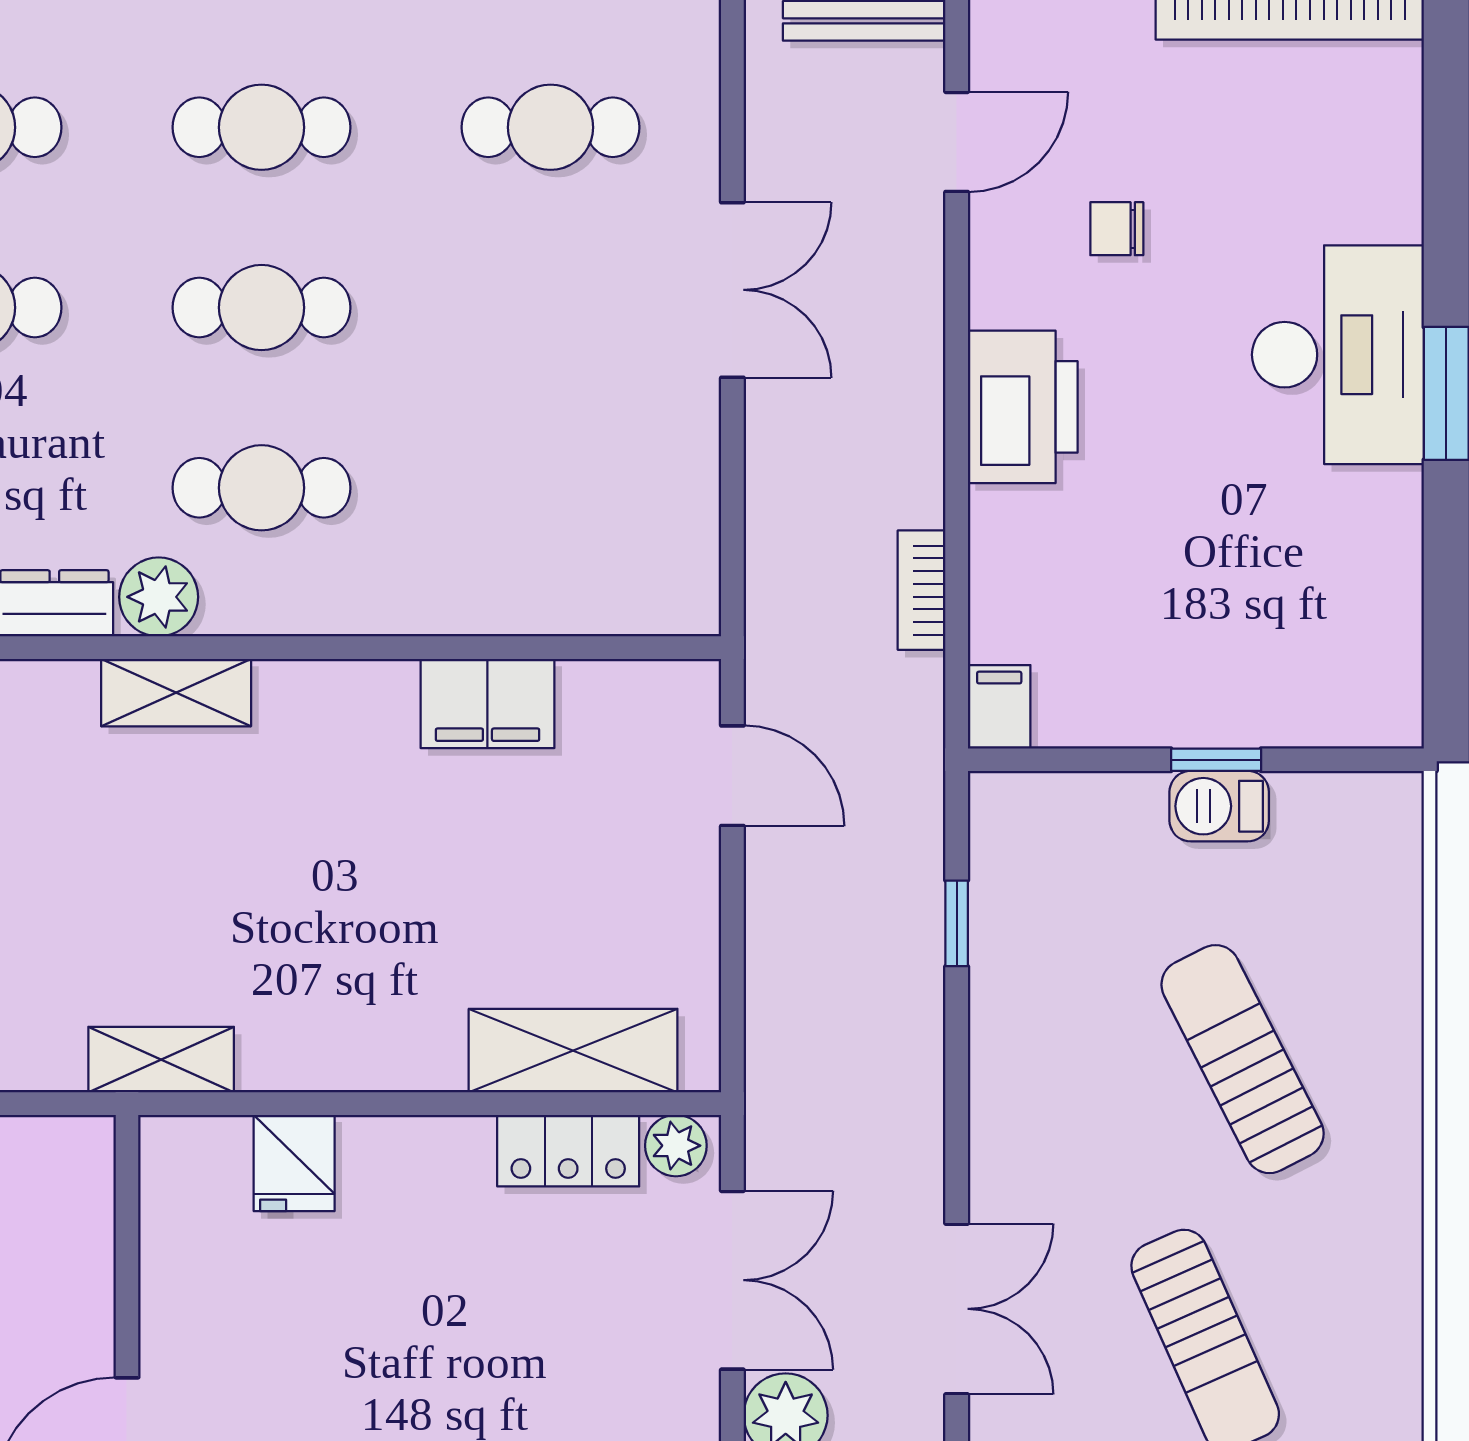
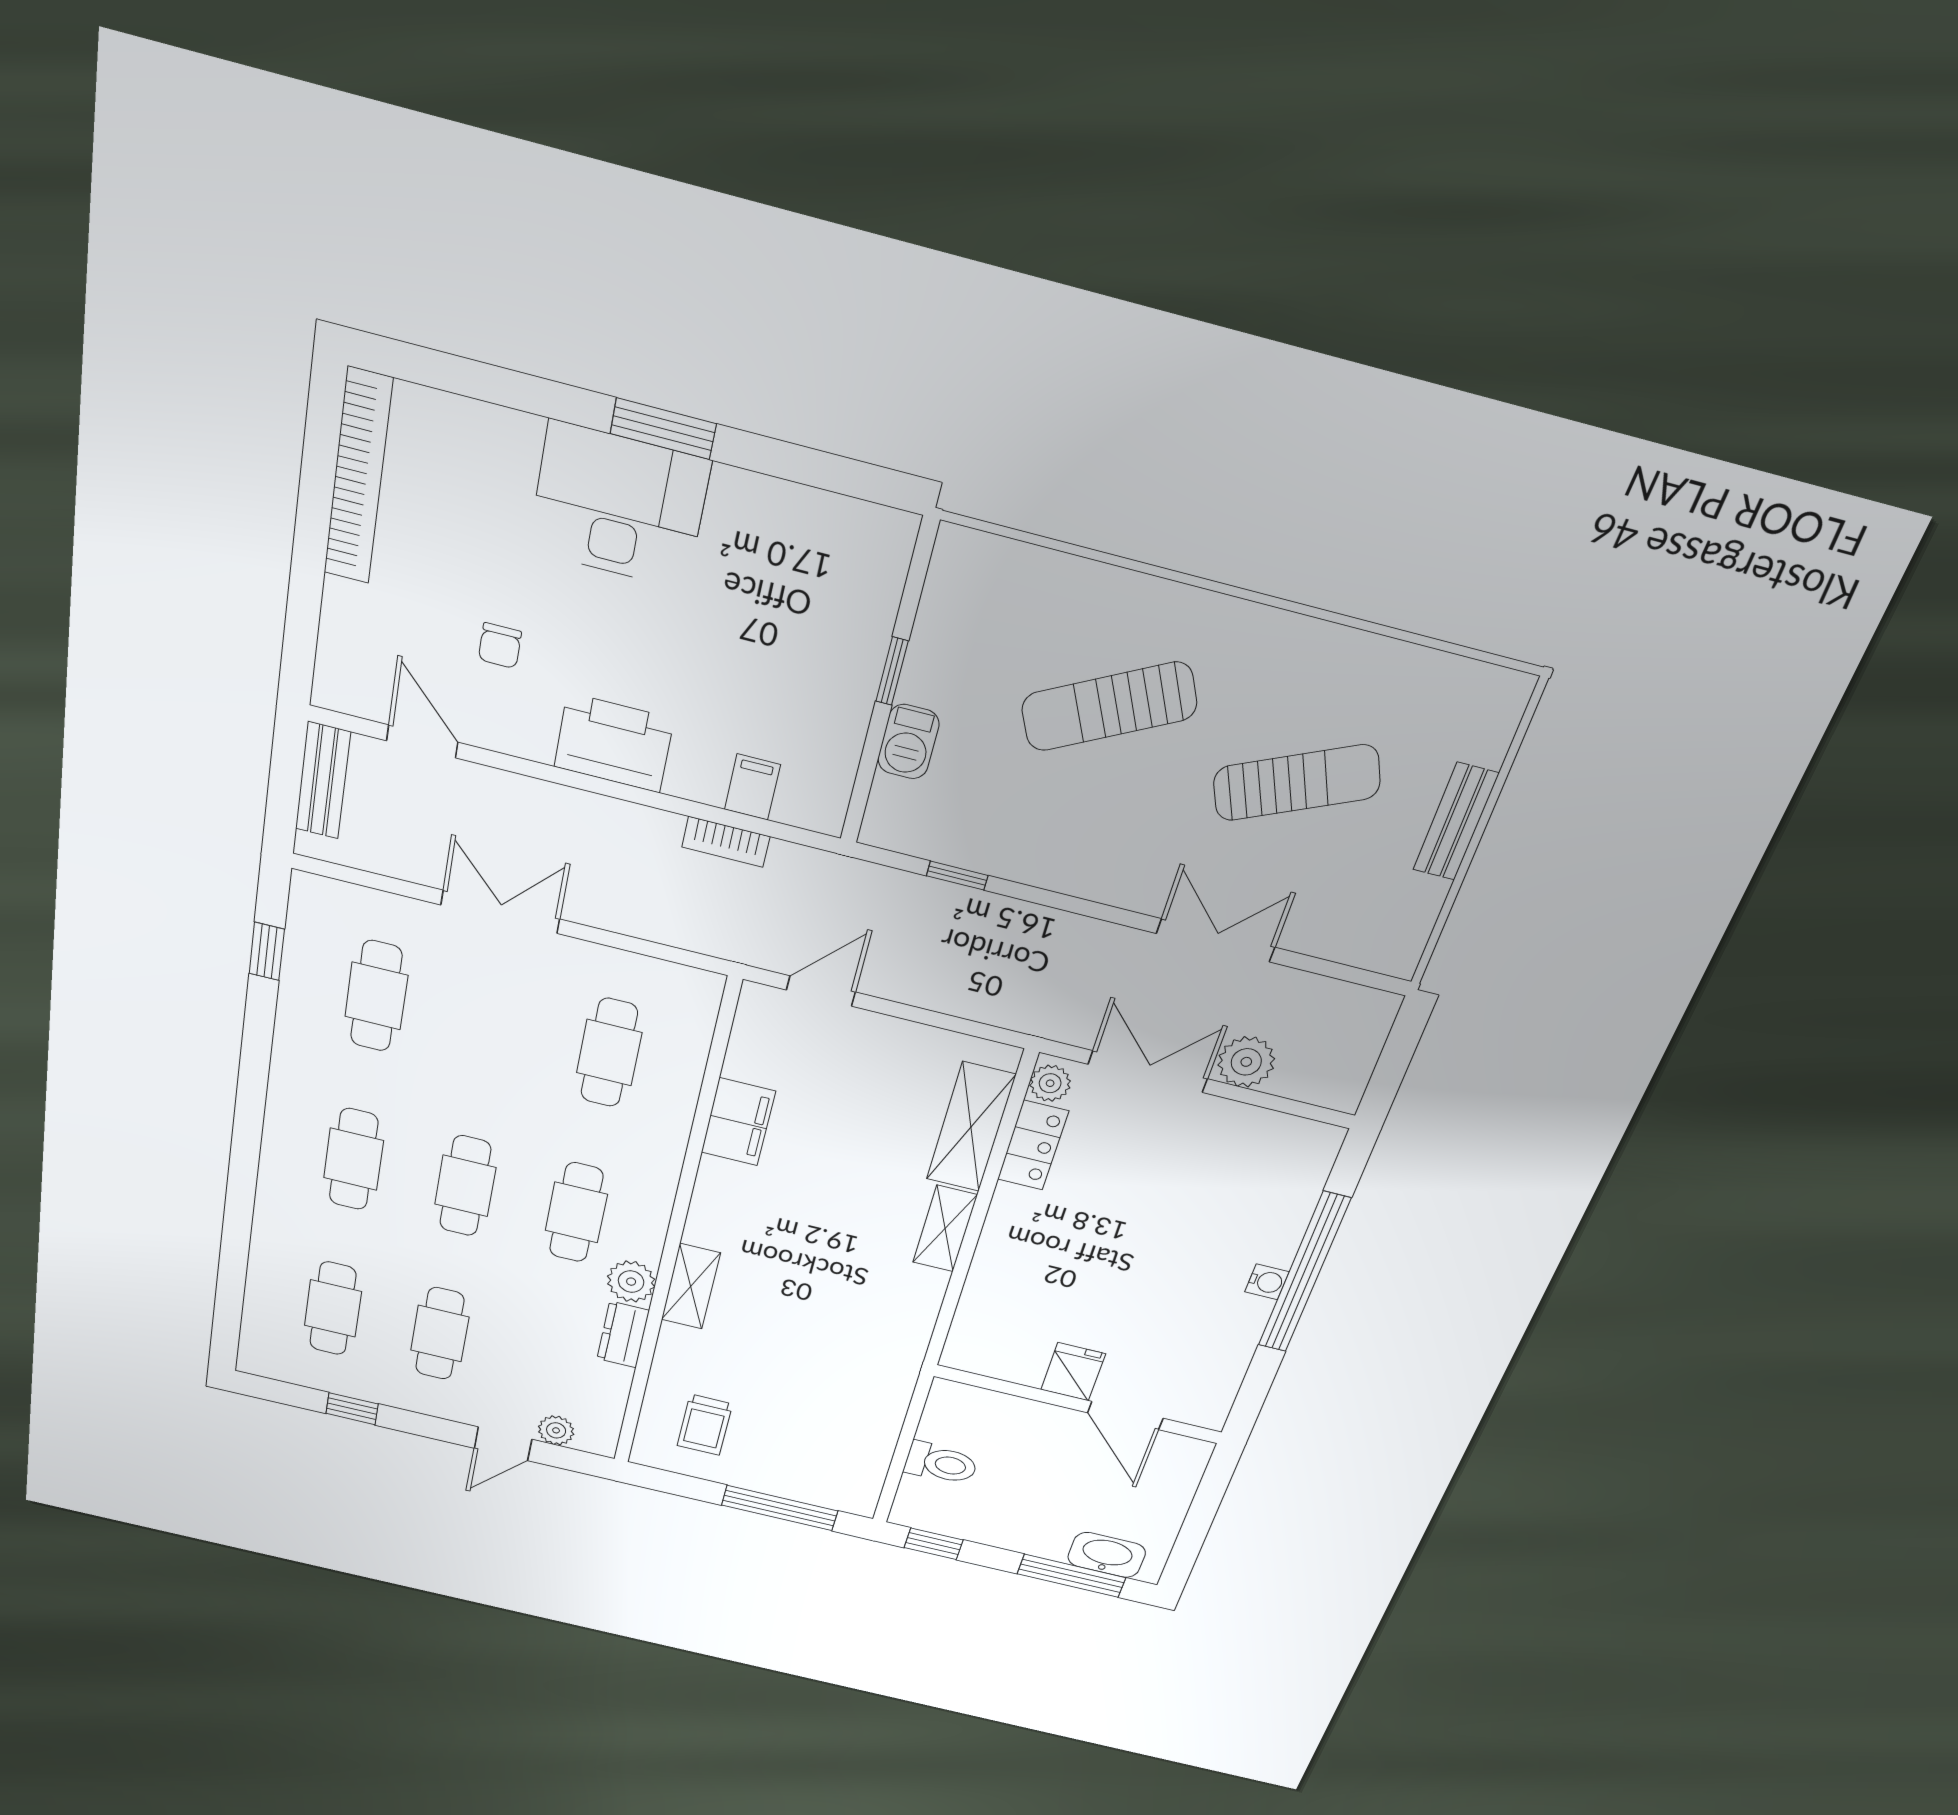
cafe table: (551, 488) -> (609, 1053), added
filing cabinet: (999, 707) -> (752, 787), moved, turned 90
barbecue: (1219, 806) -> (908, 742), moved
shelving: (161, 1060) -> (945, 1229), moved
fridge: (294, 1163) -> (1073, 1372), moved, turned -90

